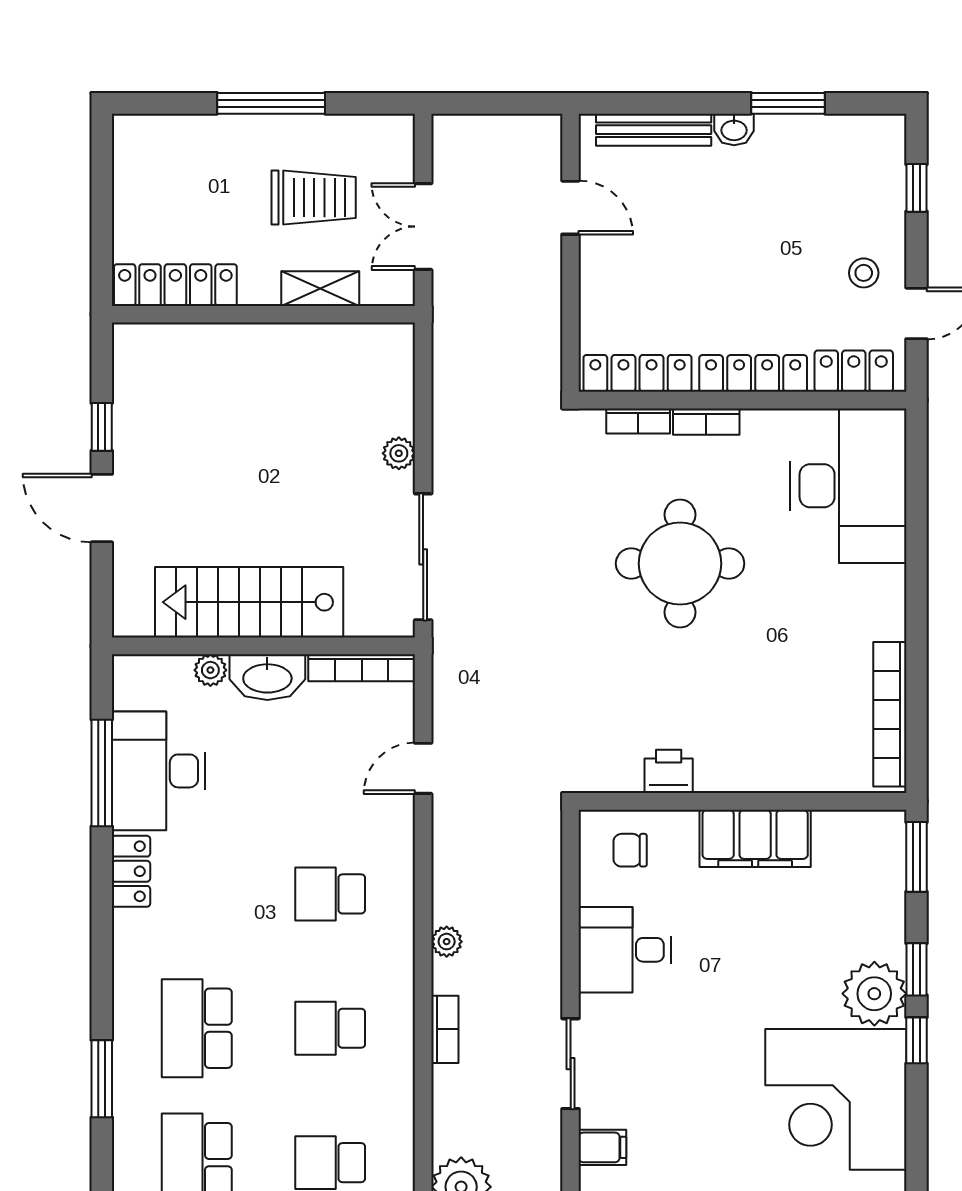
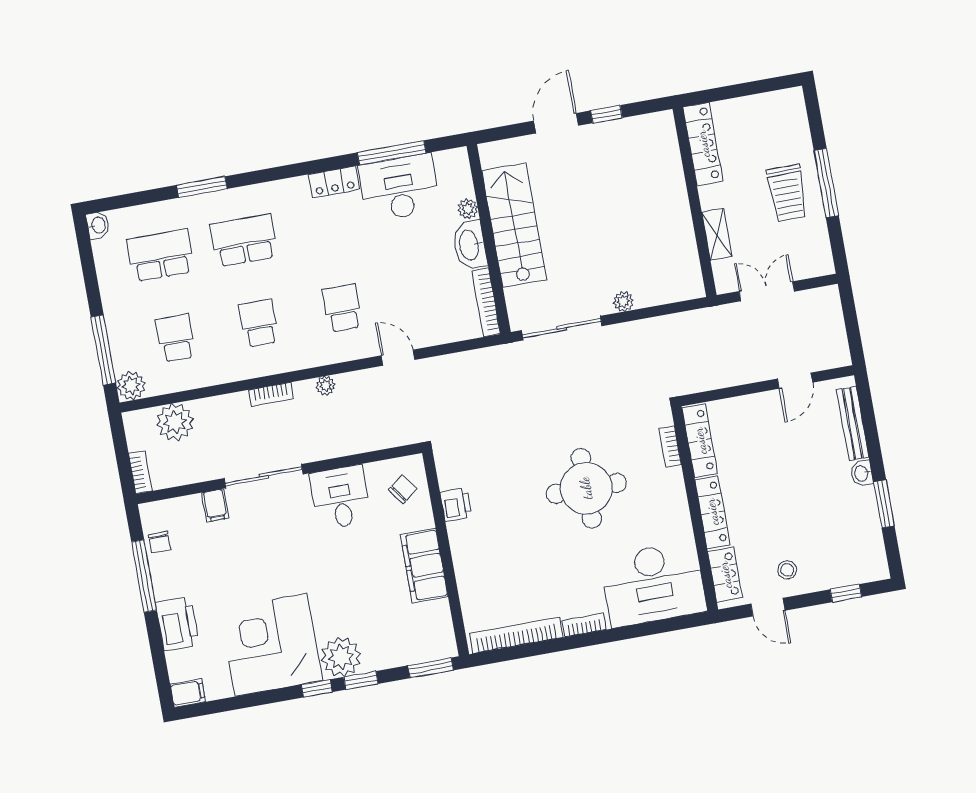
trolley: (314, 198) -> (787, 193), moved
bookcase: (706, 422) -> (584, 625), moved, turned 90
door: (423, 768) -> (398, 358), moved
chair: (630, 850) -> (403, 489), turned 54
sliding door: (571, 1064) -> (264, 476), width x1.37

